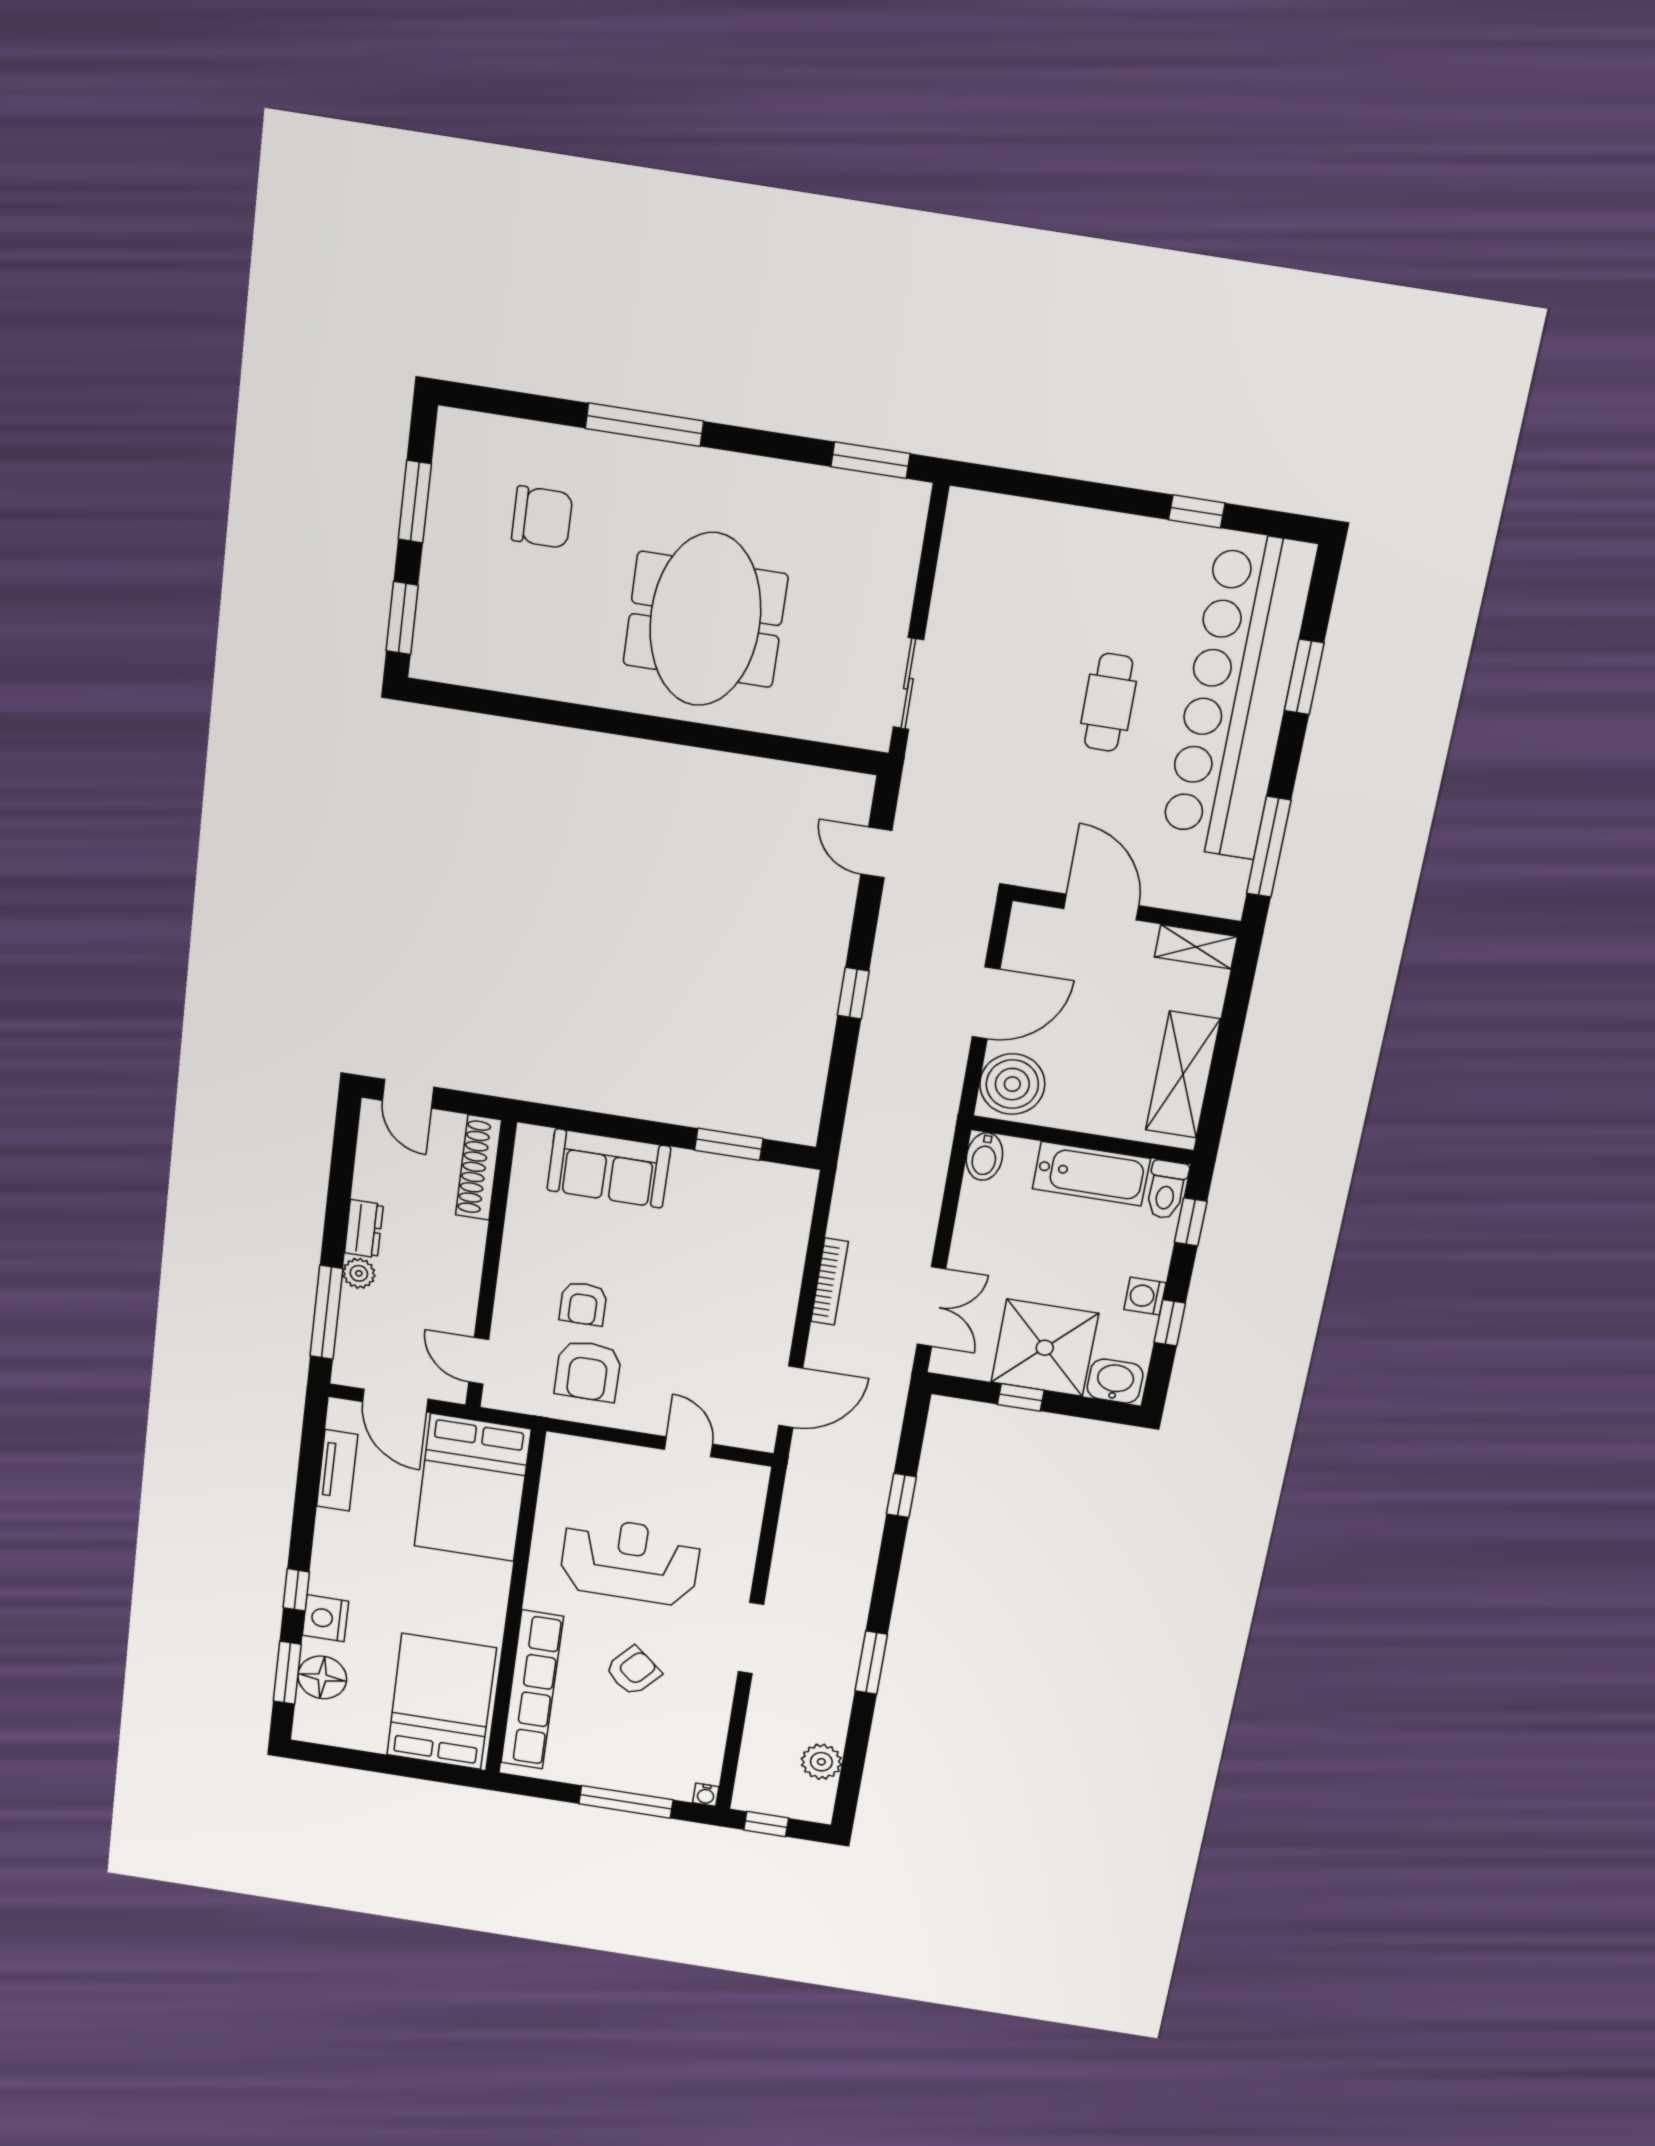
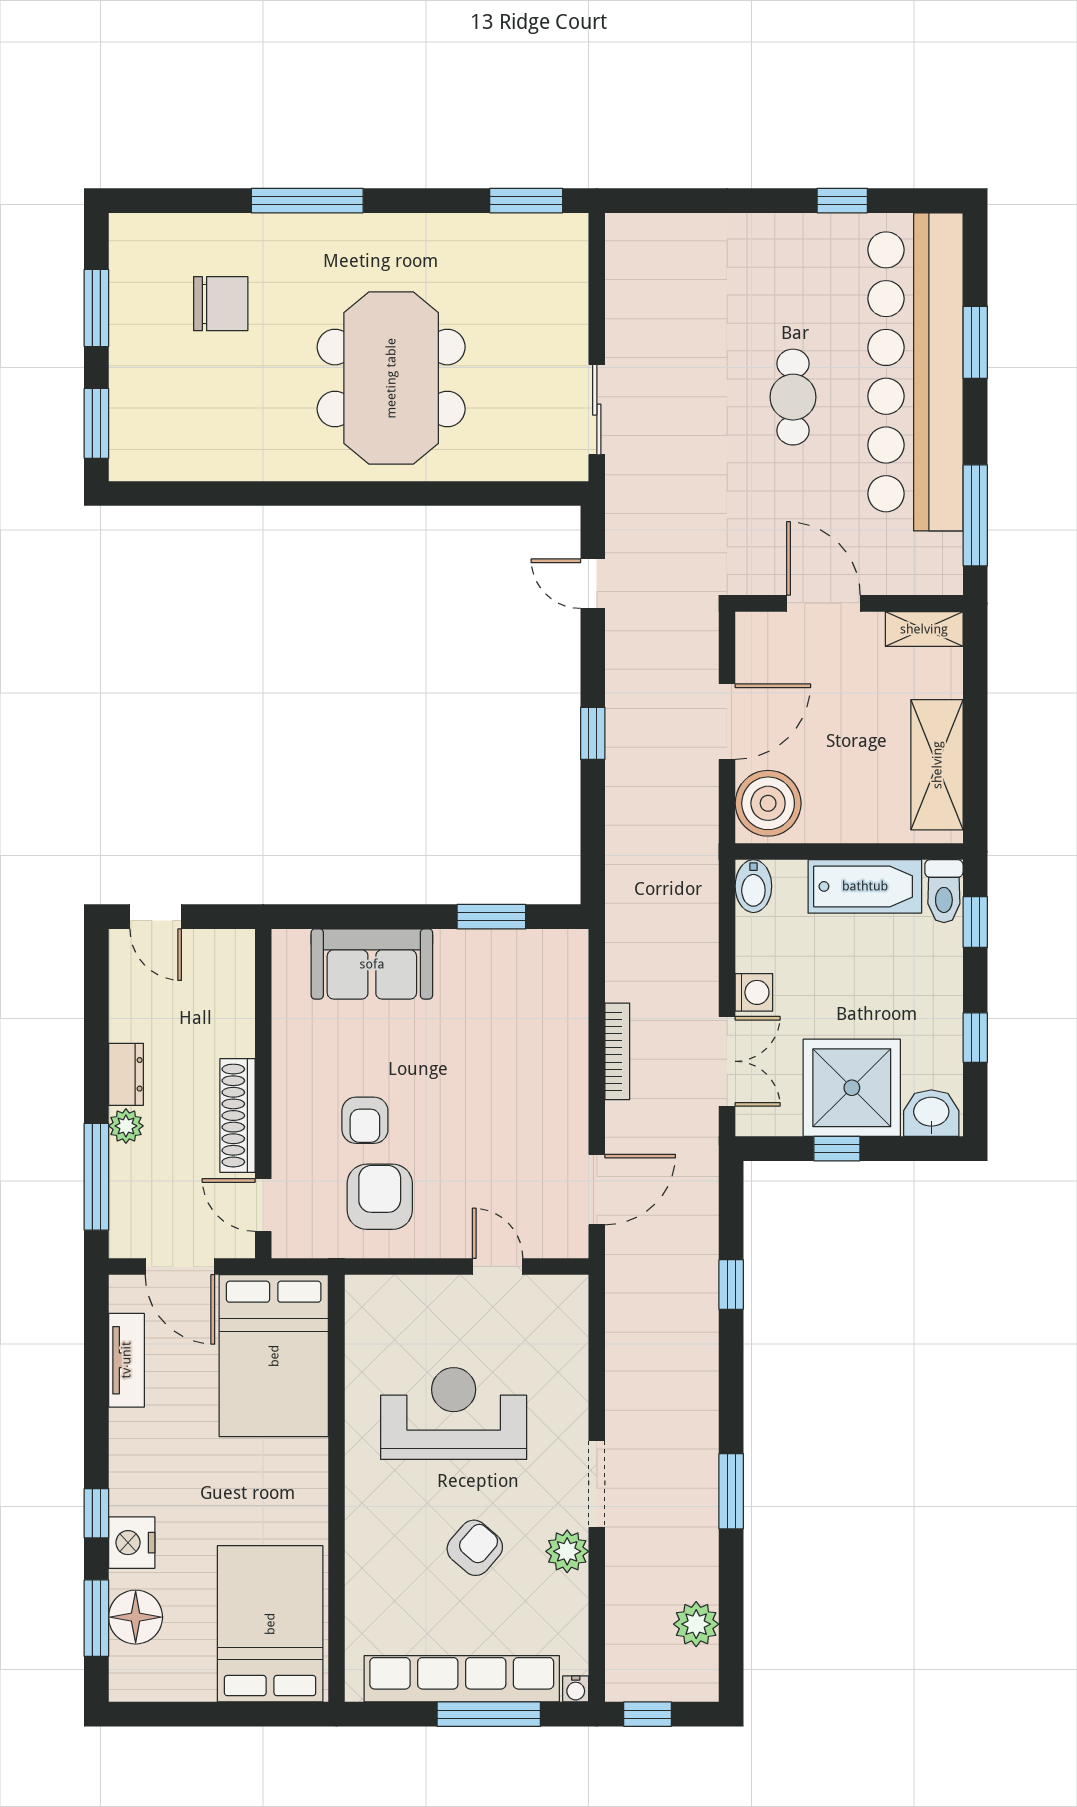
shoe rack: (478, 1168) -> (237, 1116), moved
washing machine: (1145, 1296) -> (754, 992), moved, turned 180
armchair: (588, 1371) -> (380, 1197), turned 180
plant: (716, 1687) -> (567, 1551), added
row of seats: (532, 1690) -> (462, 1679), moved, turned -90

